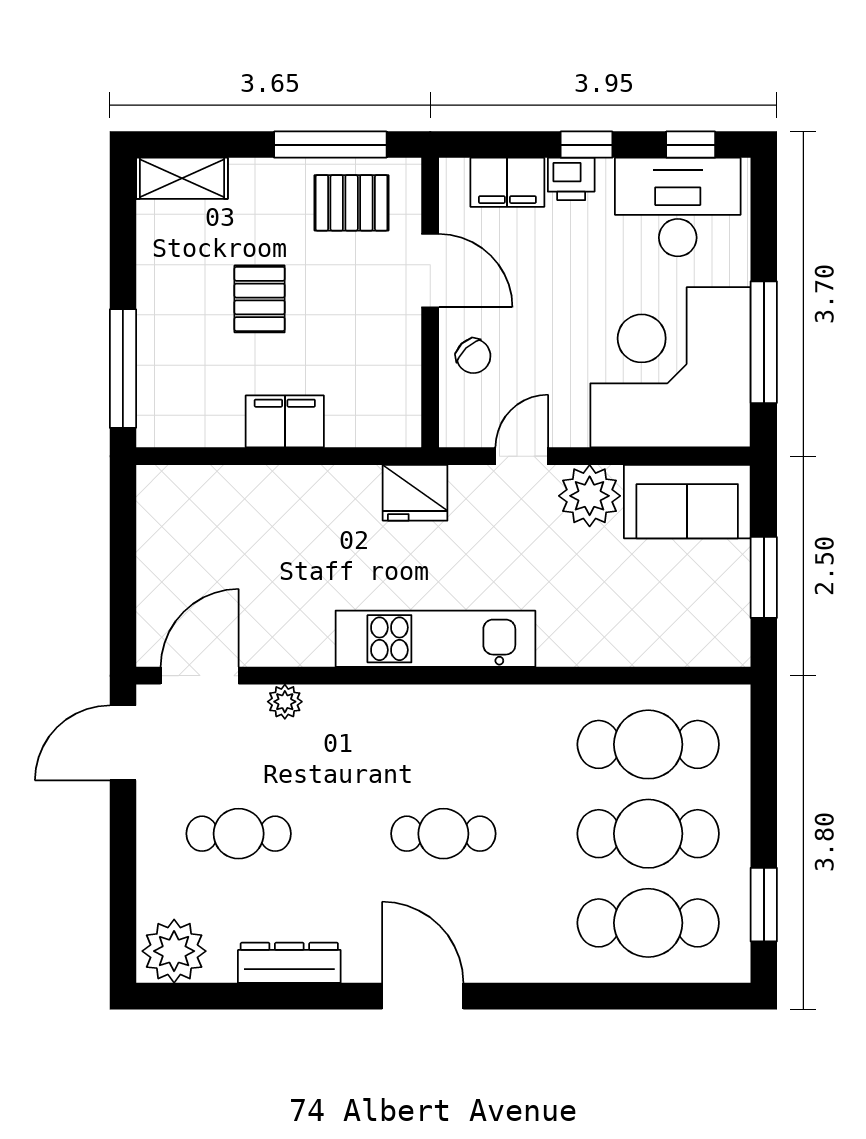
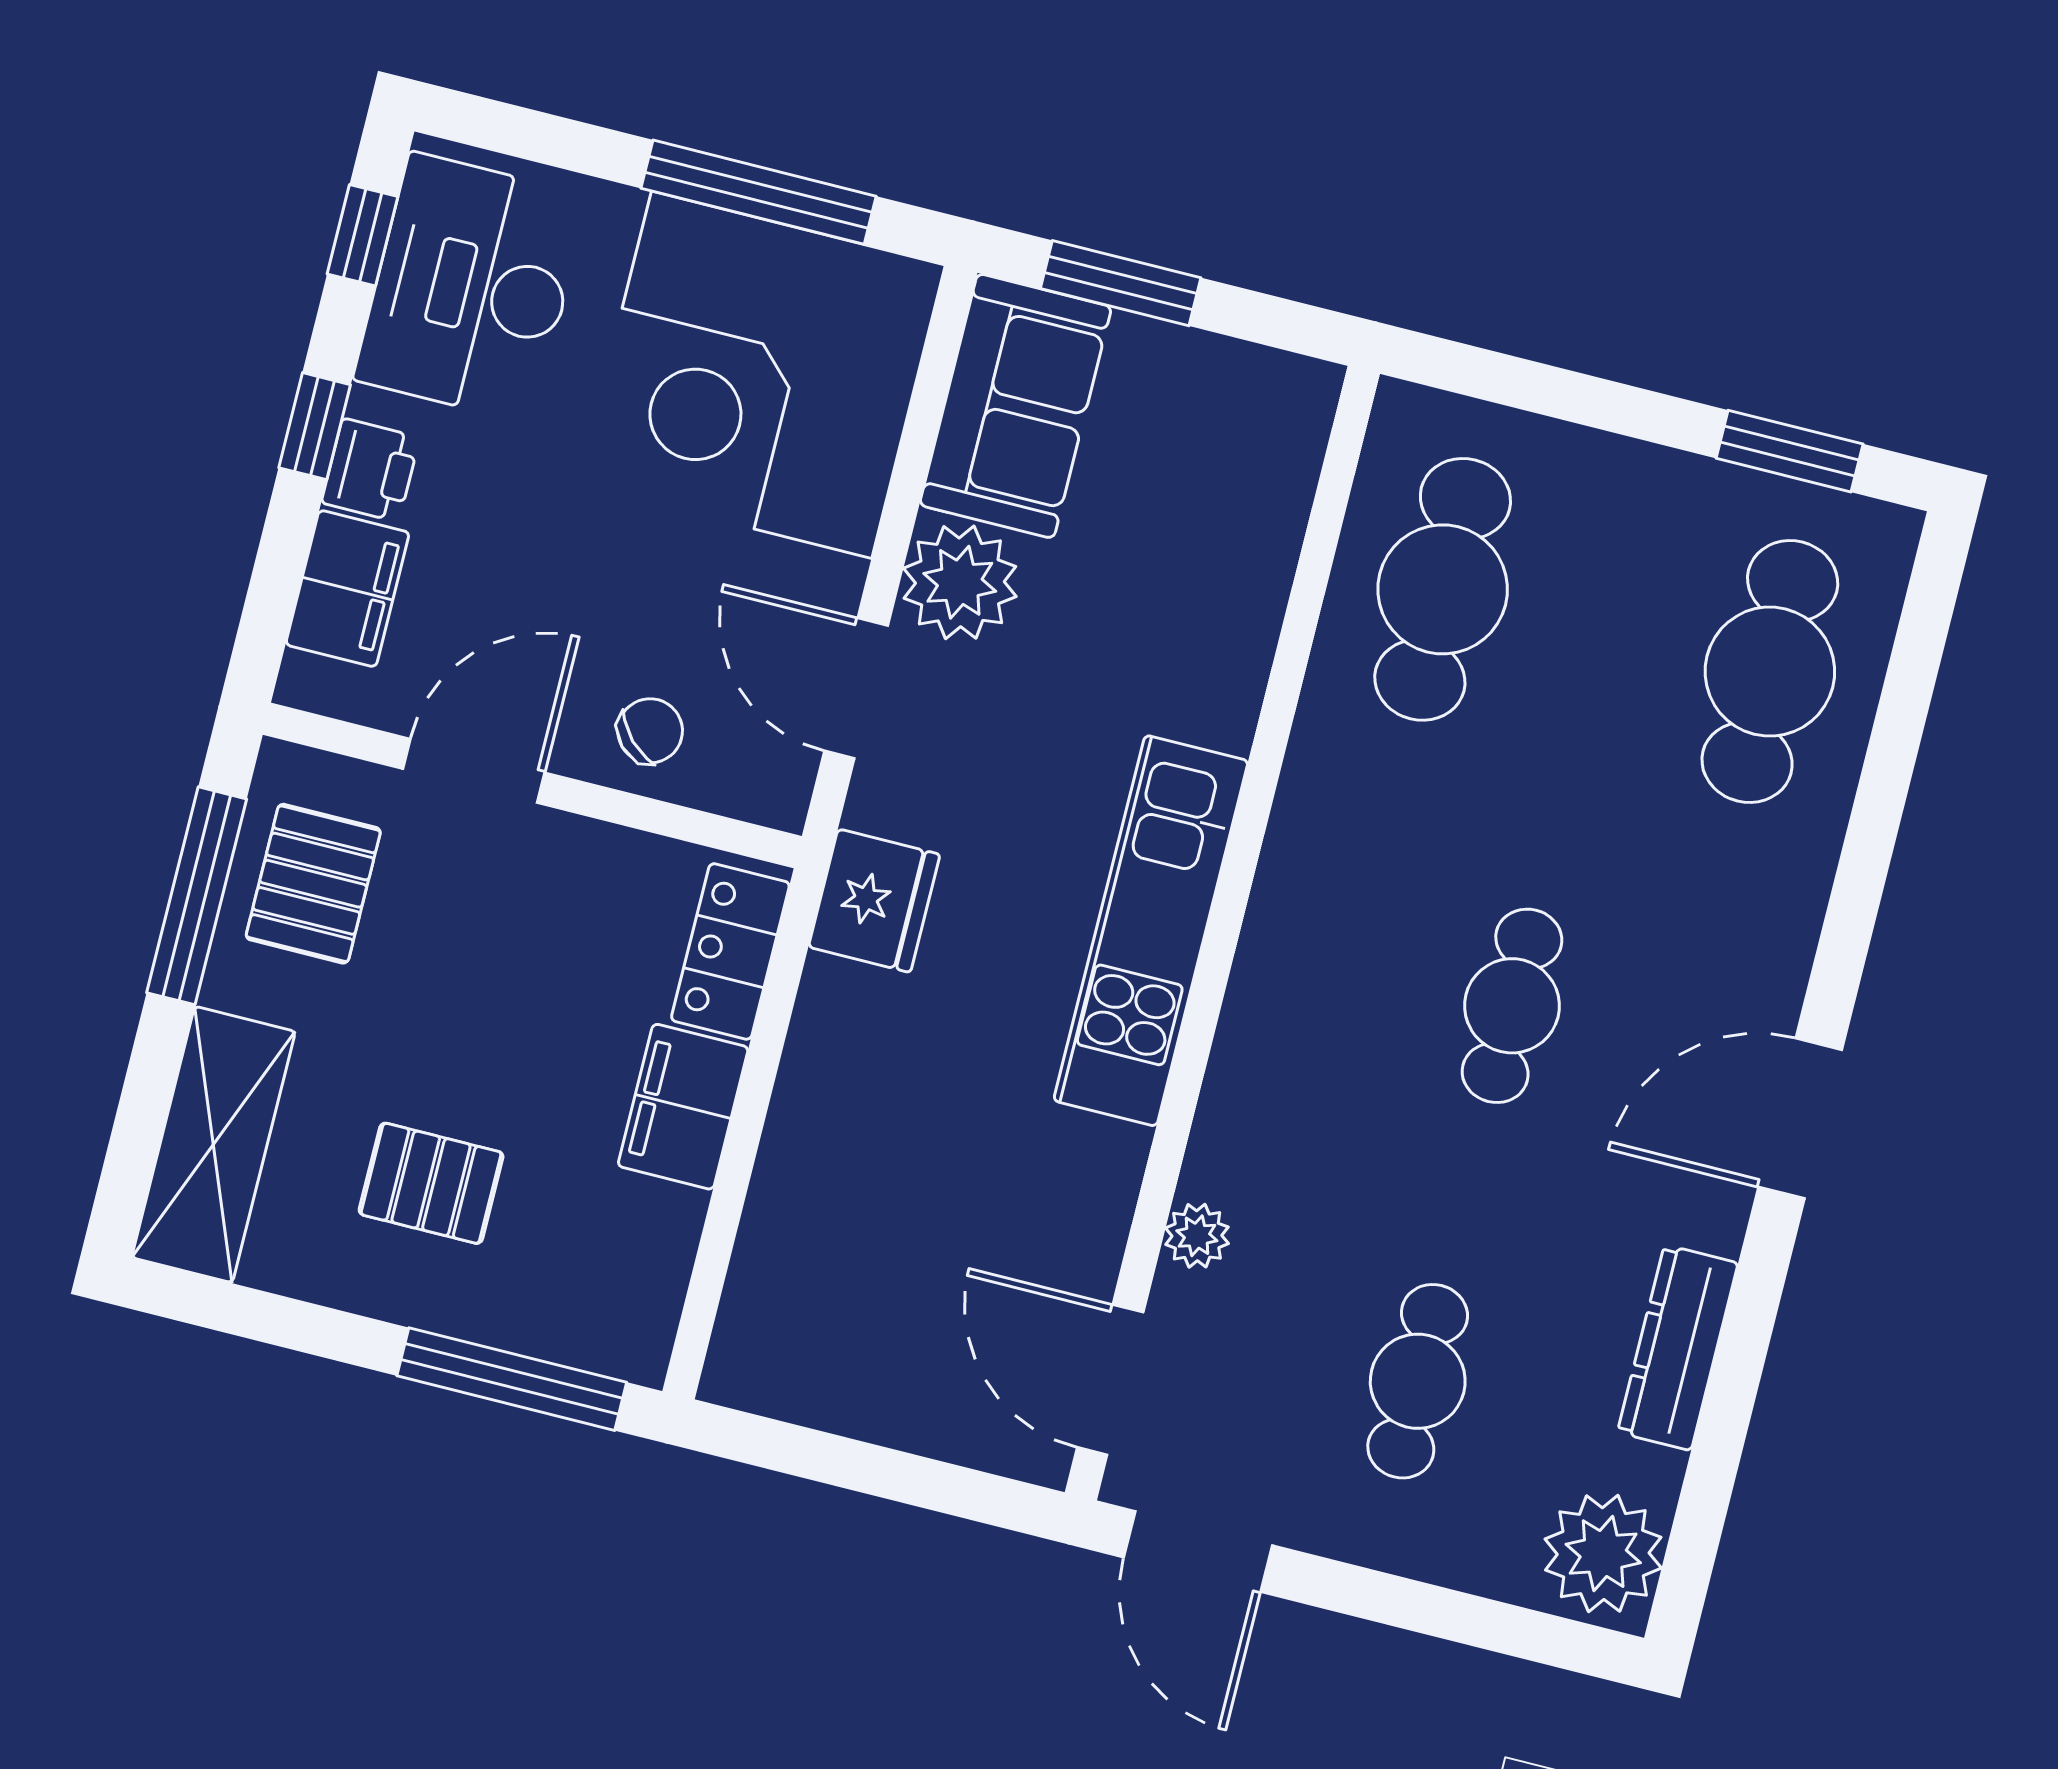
shelving: (182, 178) -> (213, 1144), width x1.50, depth x1.33
pallet: (260, 299) -> (431, 1183), moved
locker: (371, 426) -> (730, 951), added
door: (522, 456) -> (856, 688), width x1.38
window: (764, 577) -> (1121, 283), moved
cafe table: (648, 834) -> (1606, 630), removed

